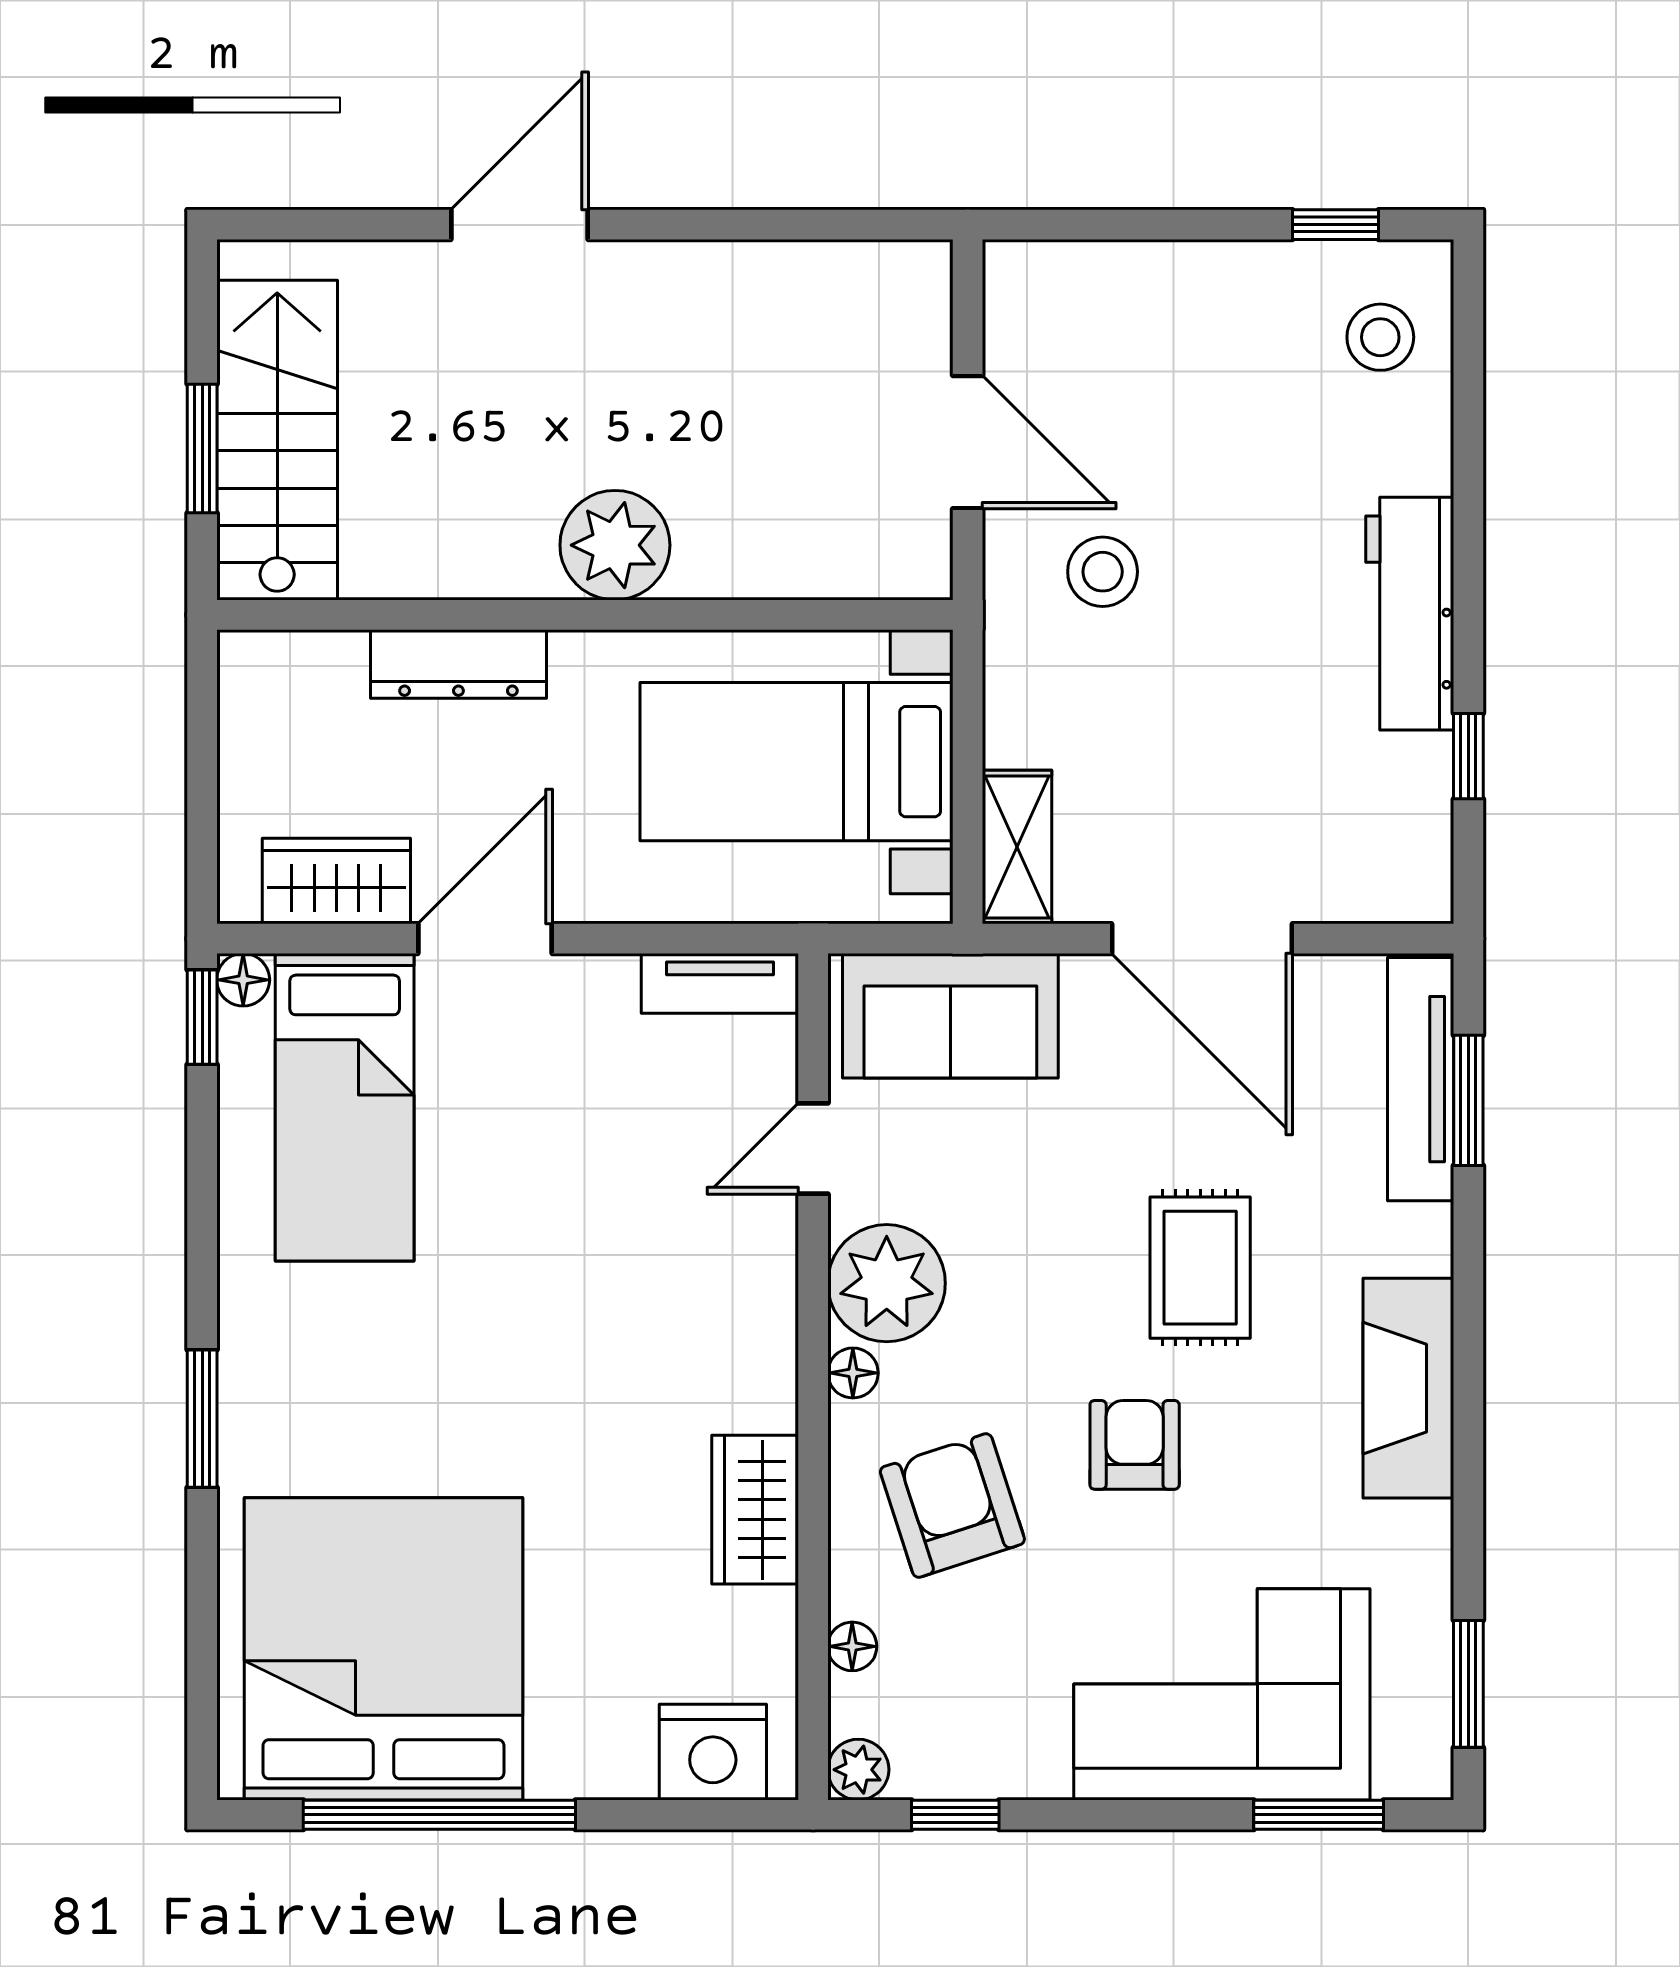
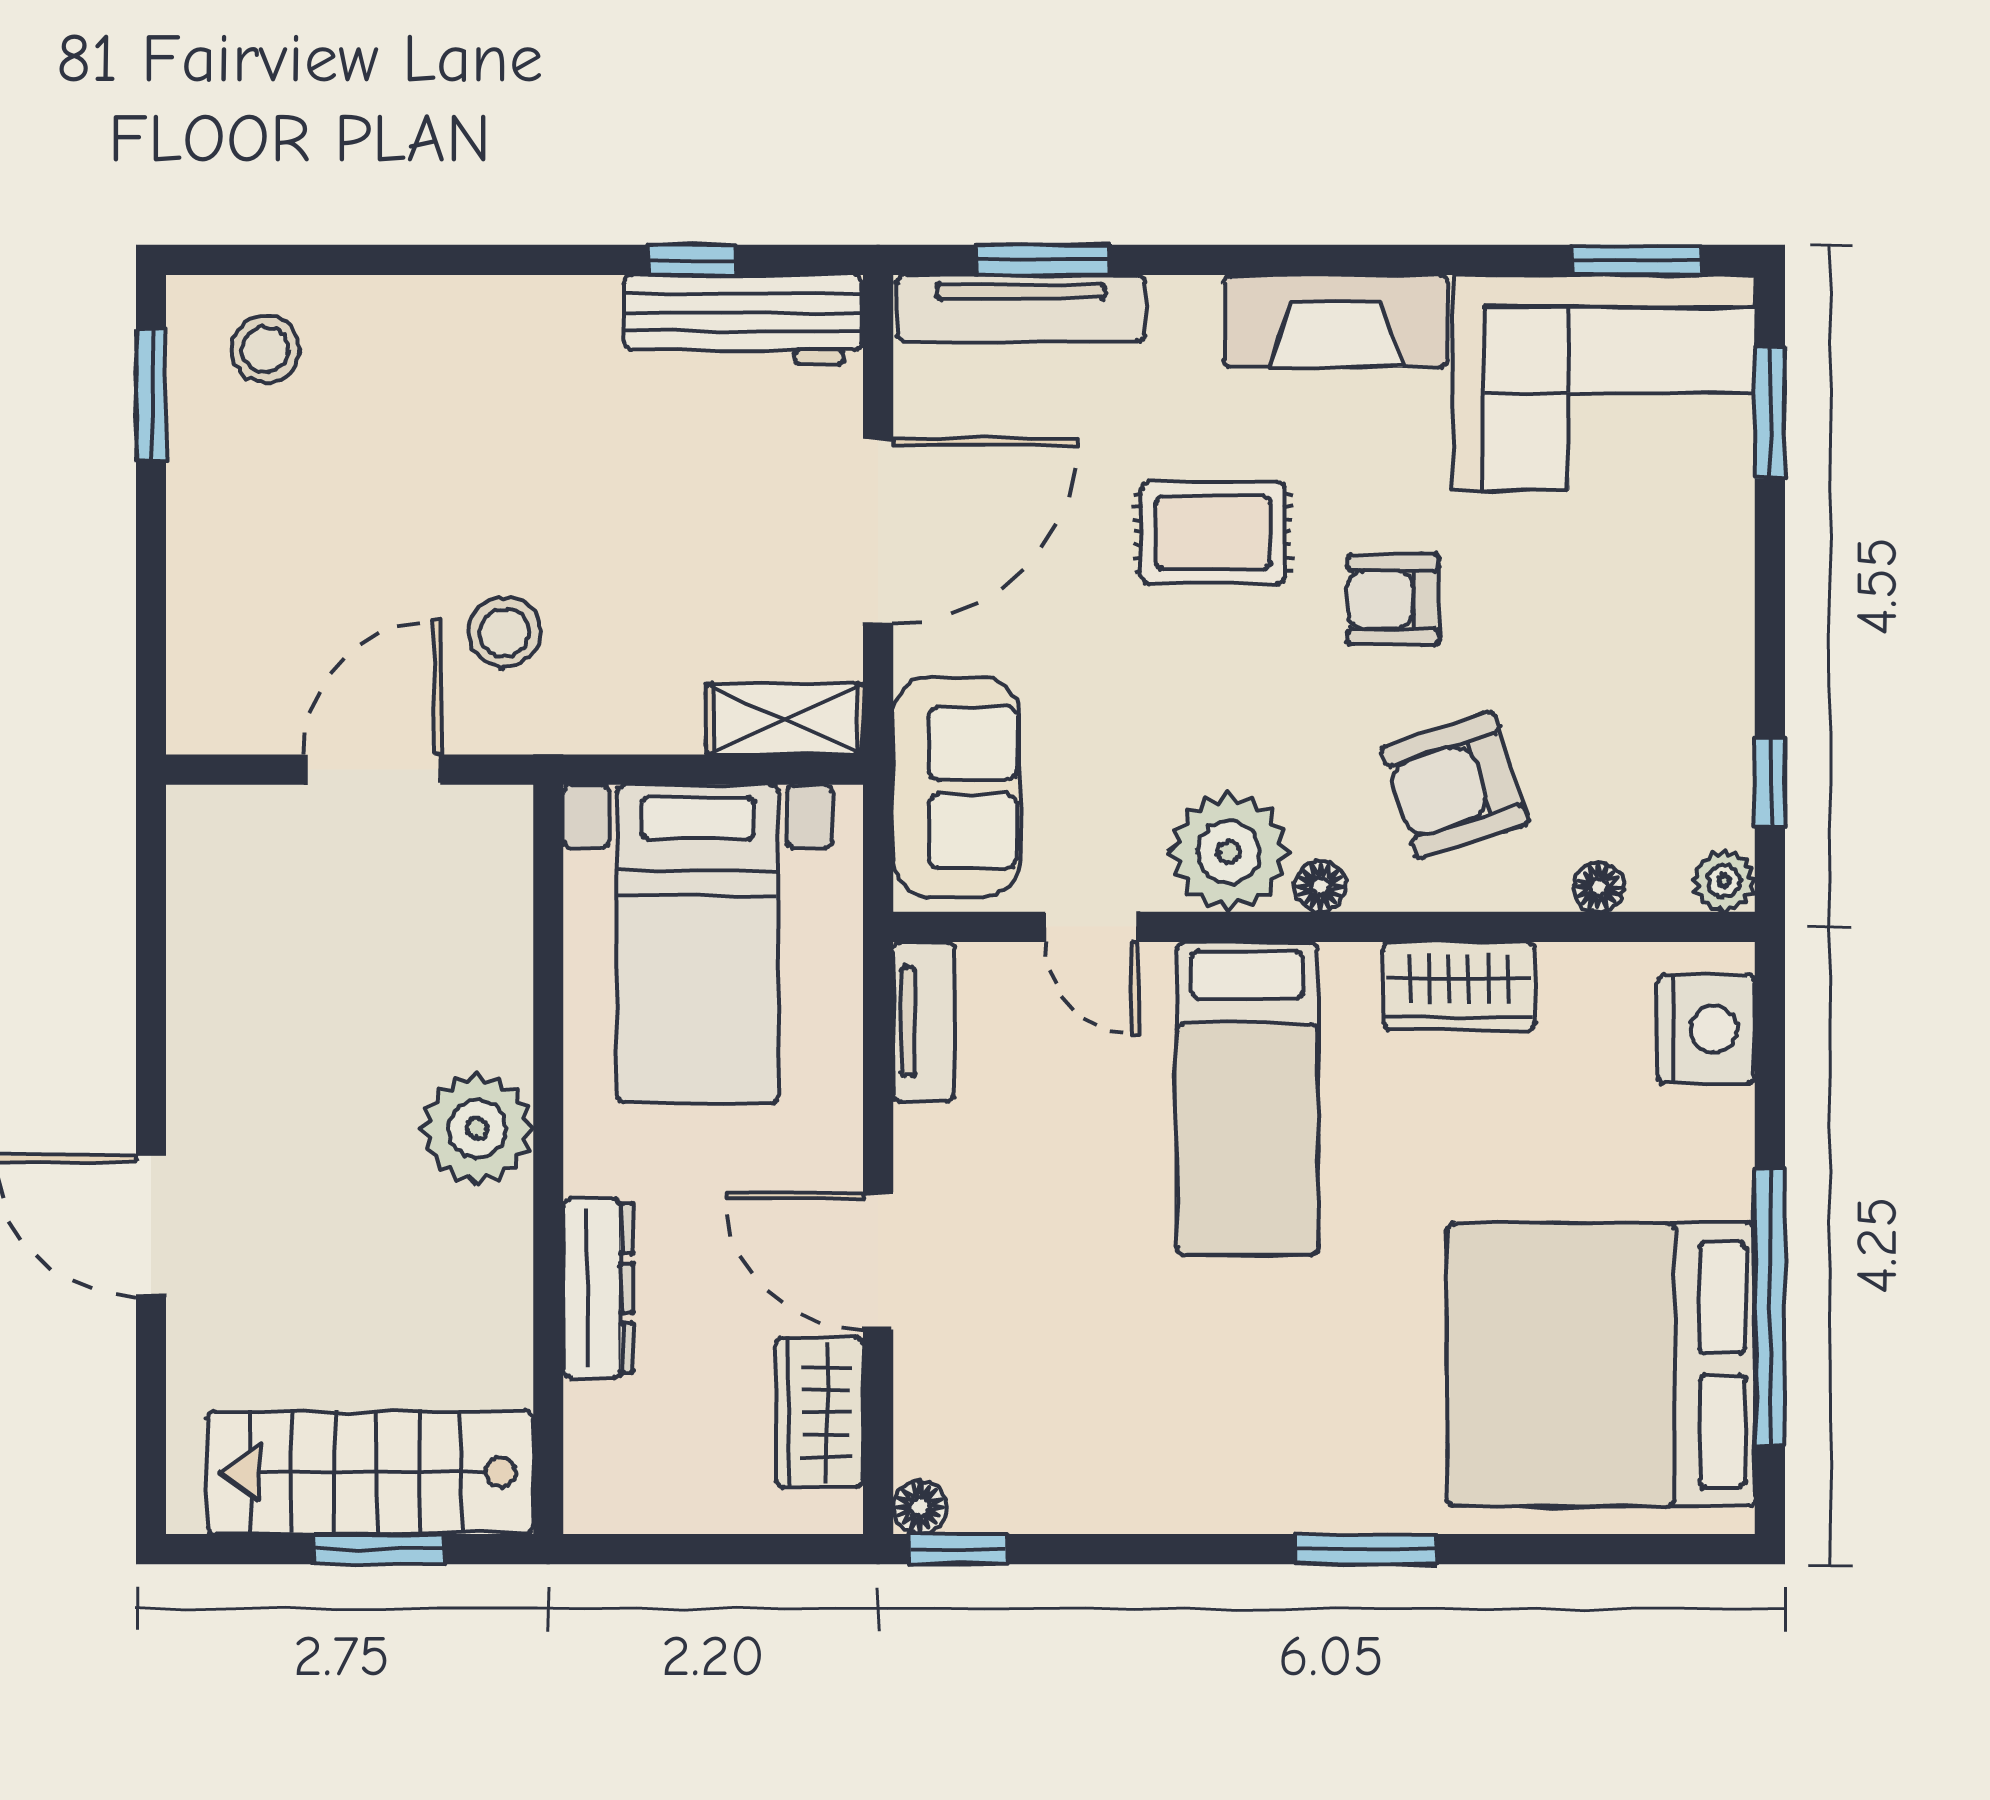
window: (1336, 225) -> (151, 395), width x1.50
workbench: (1410, 614) -> (743, 319), moved
bed: (345, 1107) -> (1247, 1099), moved, turned 90
corner sofa: (1222, 1694) -> (1604, 382), moved, turned -90

